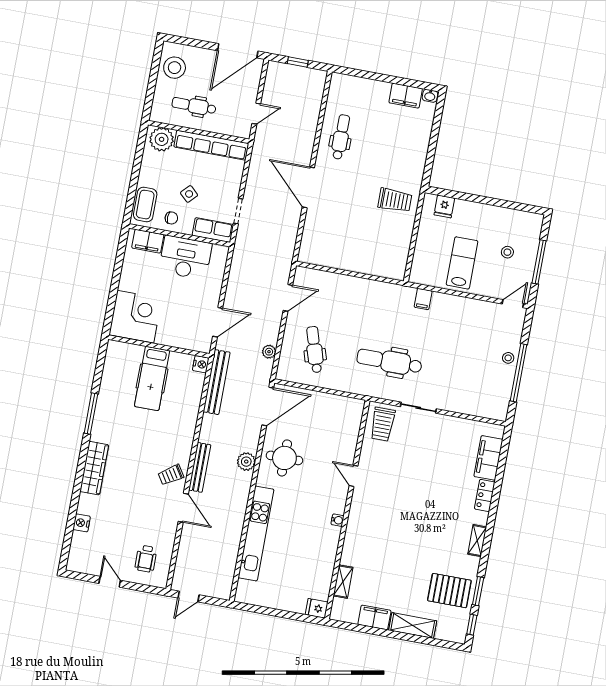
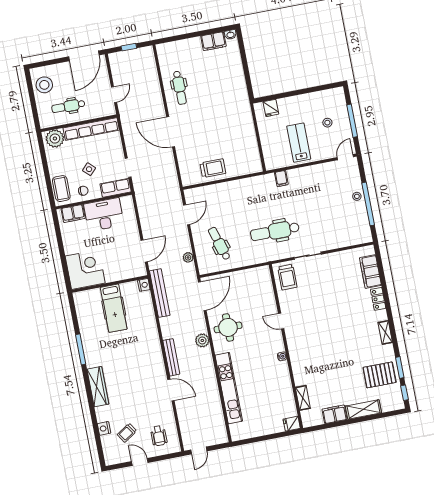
dental chair: (341, 137) -> (180, 88), turned 180
trolley: (395, 200) -> (213, 168), moved
trolley: (171, 475) -> (127, 433), moved

